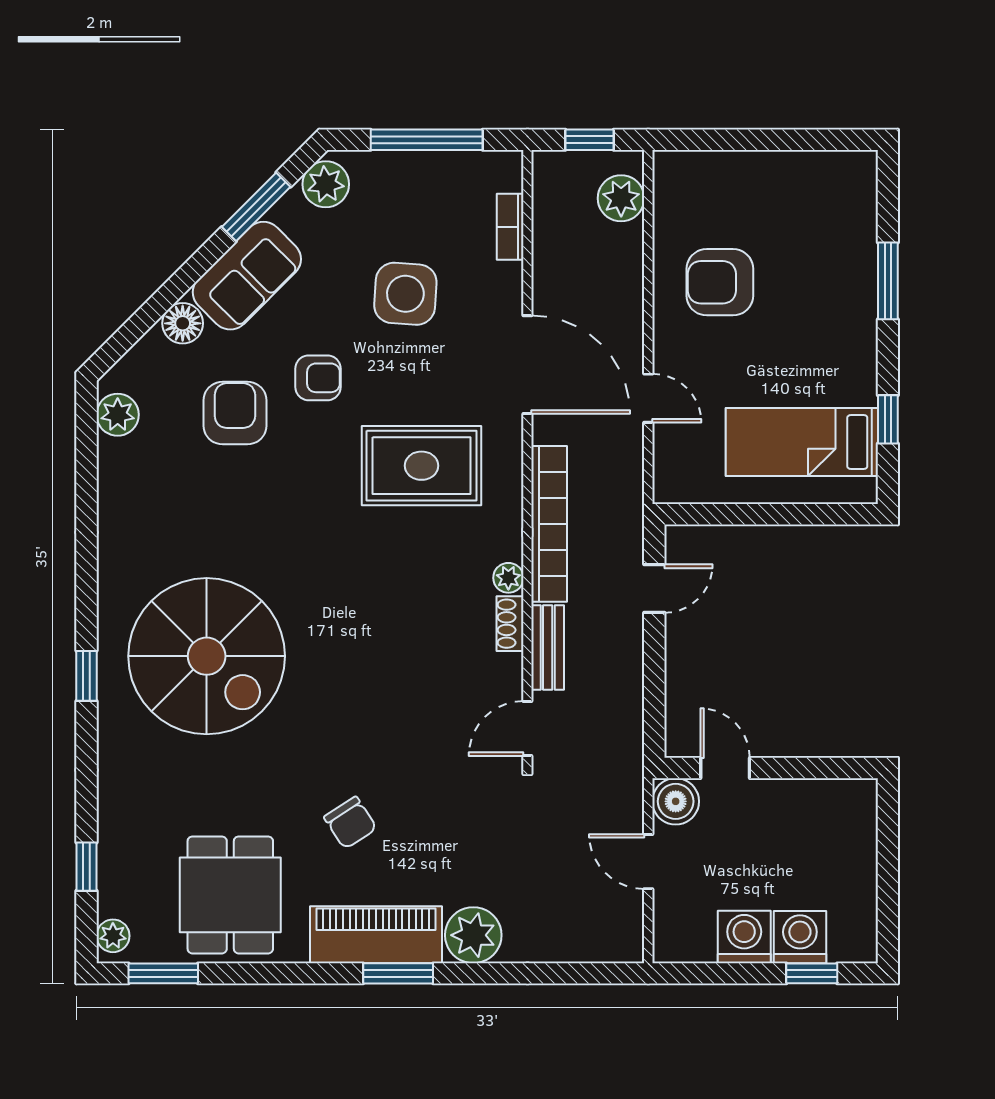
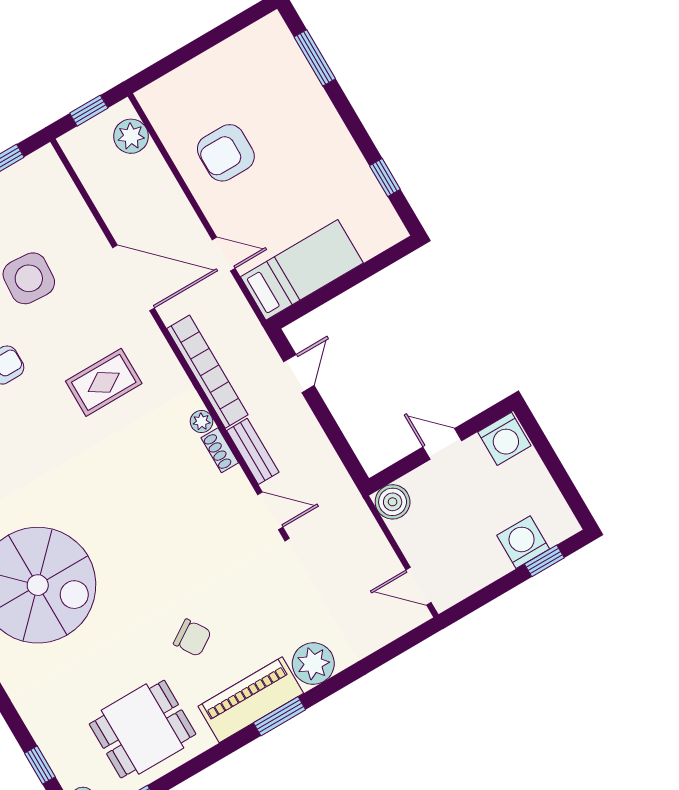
bookcase: (510, 227) -> (71, 196), removed
window: (888, 281) -> (315, 58), moved
bed: (802, 442) -> (302, 270), moved, turned 180
rug: (422, 466) -> (104, 382), width x0.73, depth x0.70
door: (527, 729) -> (270, 511), swing flipped
door: (725, 768) -> (442, 444), moved
door: (648, 862) -> (419, 586), moved
dining table: (230, 895) -> (143, 729), turned 90
washing machine: (744, 937) -> (504, 439), moved, turned 180

